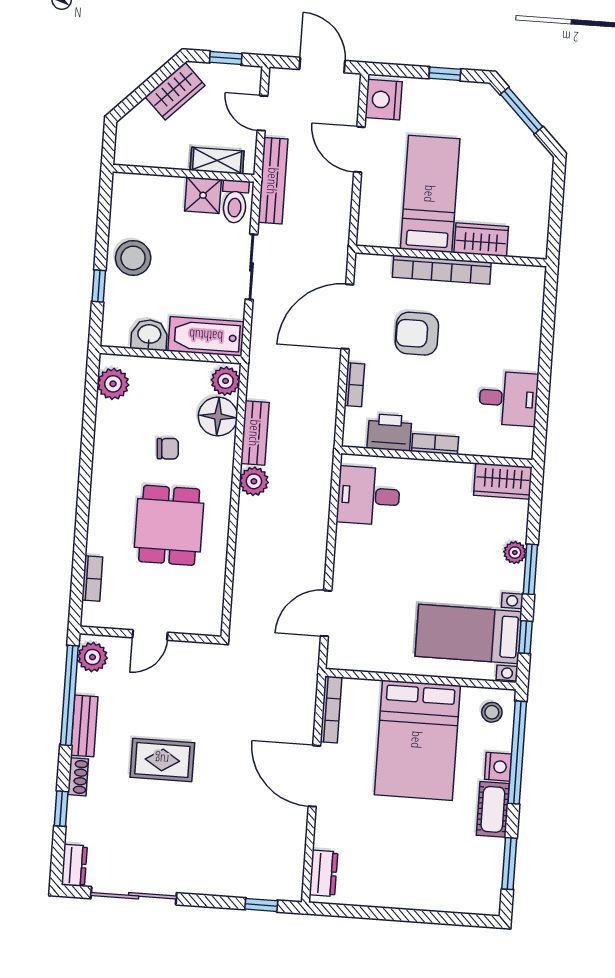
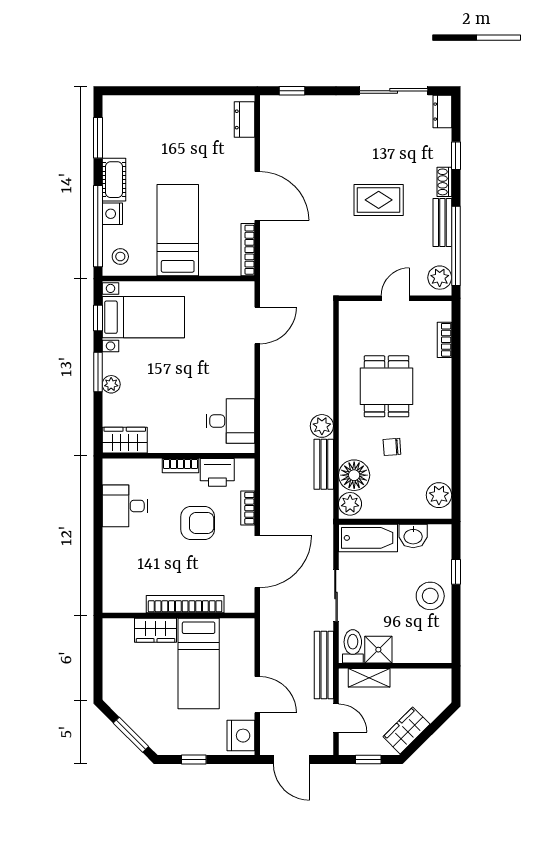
armchair: (417, 334) -> (198, 523), moved
bed: (417, 740) -> (178, 230), width x0.67

